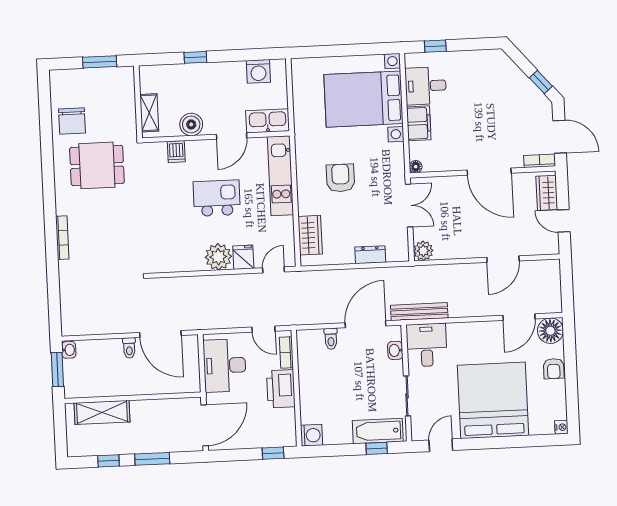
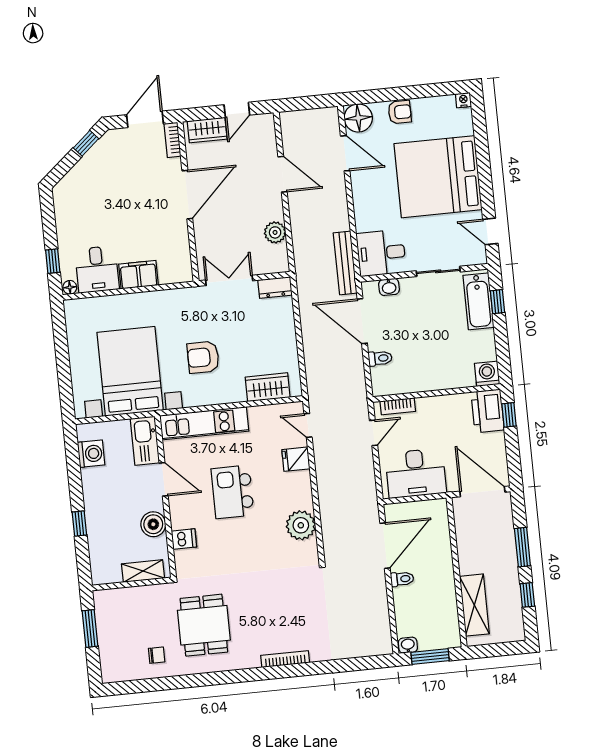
bed with nightstands: (363, 99) -> (130, 371), moved, turned 180
chair: (72, 121) -> (157, 655), width x0.54, depth x0.54
floor lamp: (416, 167) -> (70, 287), moved
plant: (423, 251) -> (275, 232), moved
dresser: (370, 255) -> (275, 288), moved, turned -90
plant: (218, 257) -> (301, 525), moved
printer: (281, 389) -> (488, 411), moved, turned 90

